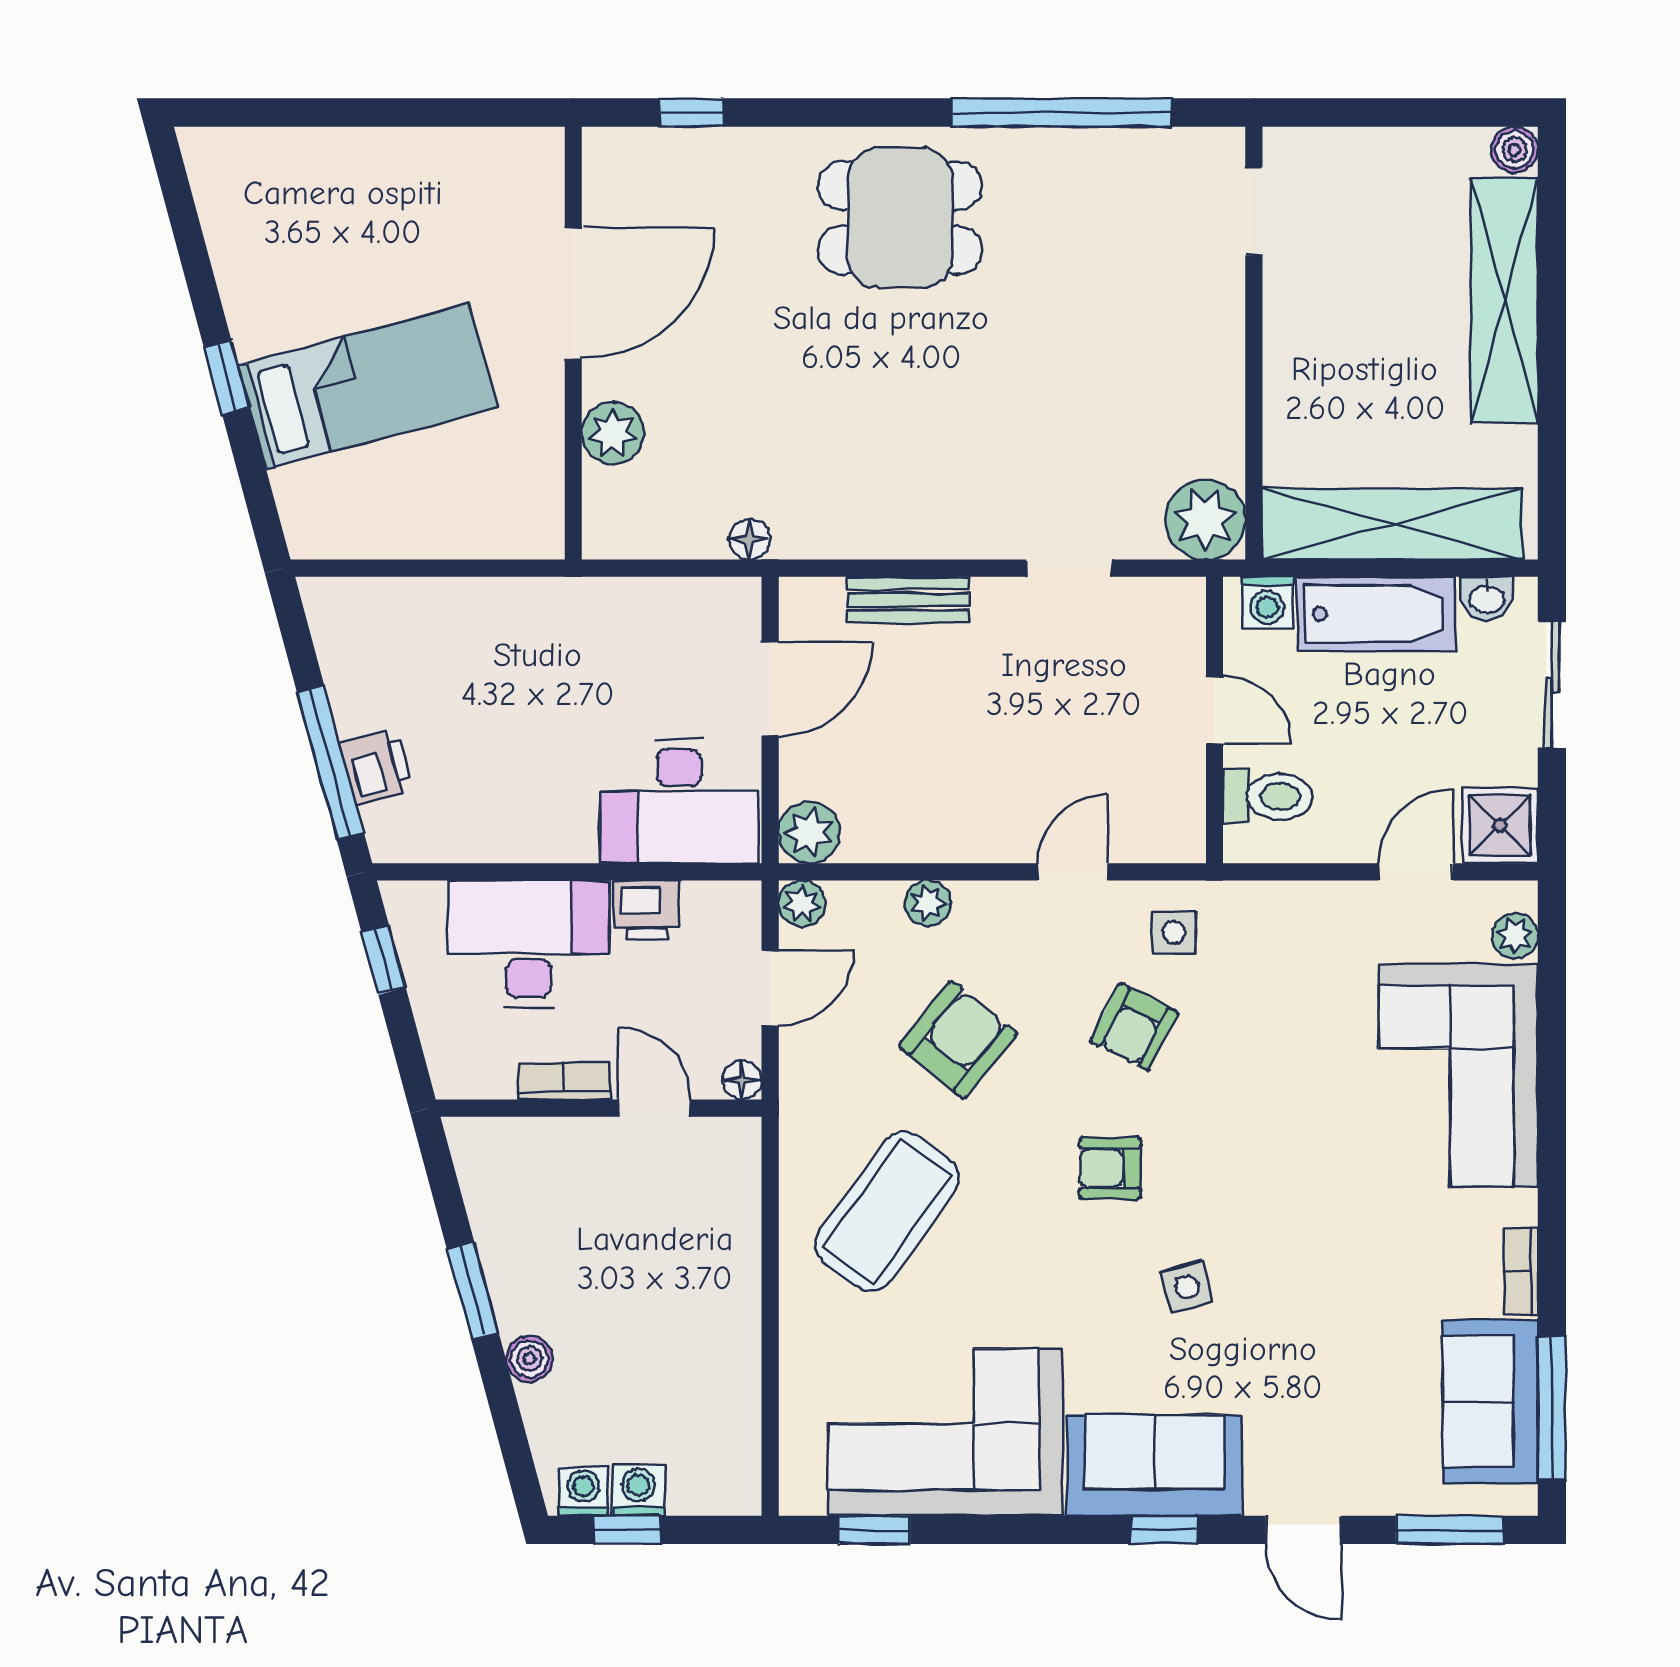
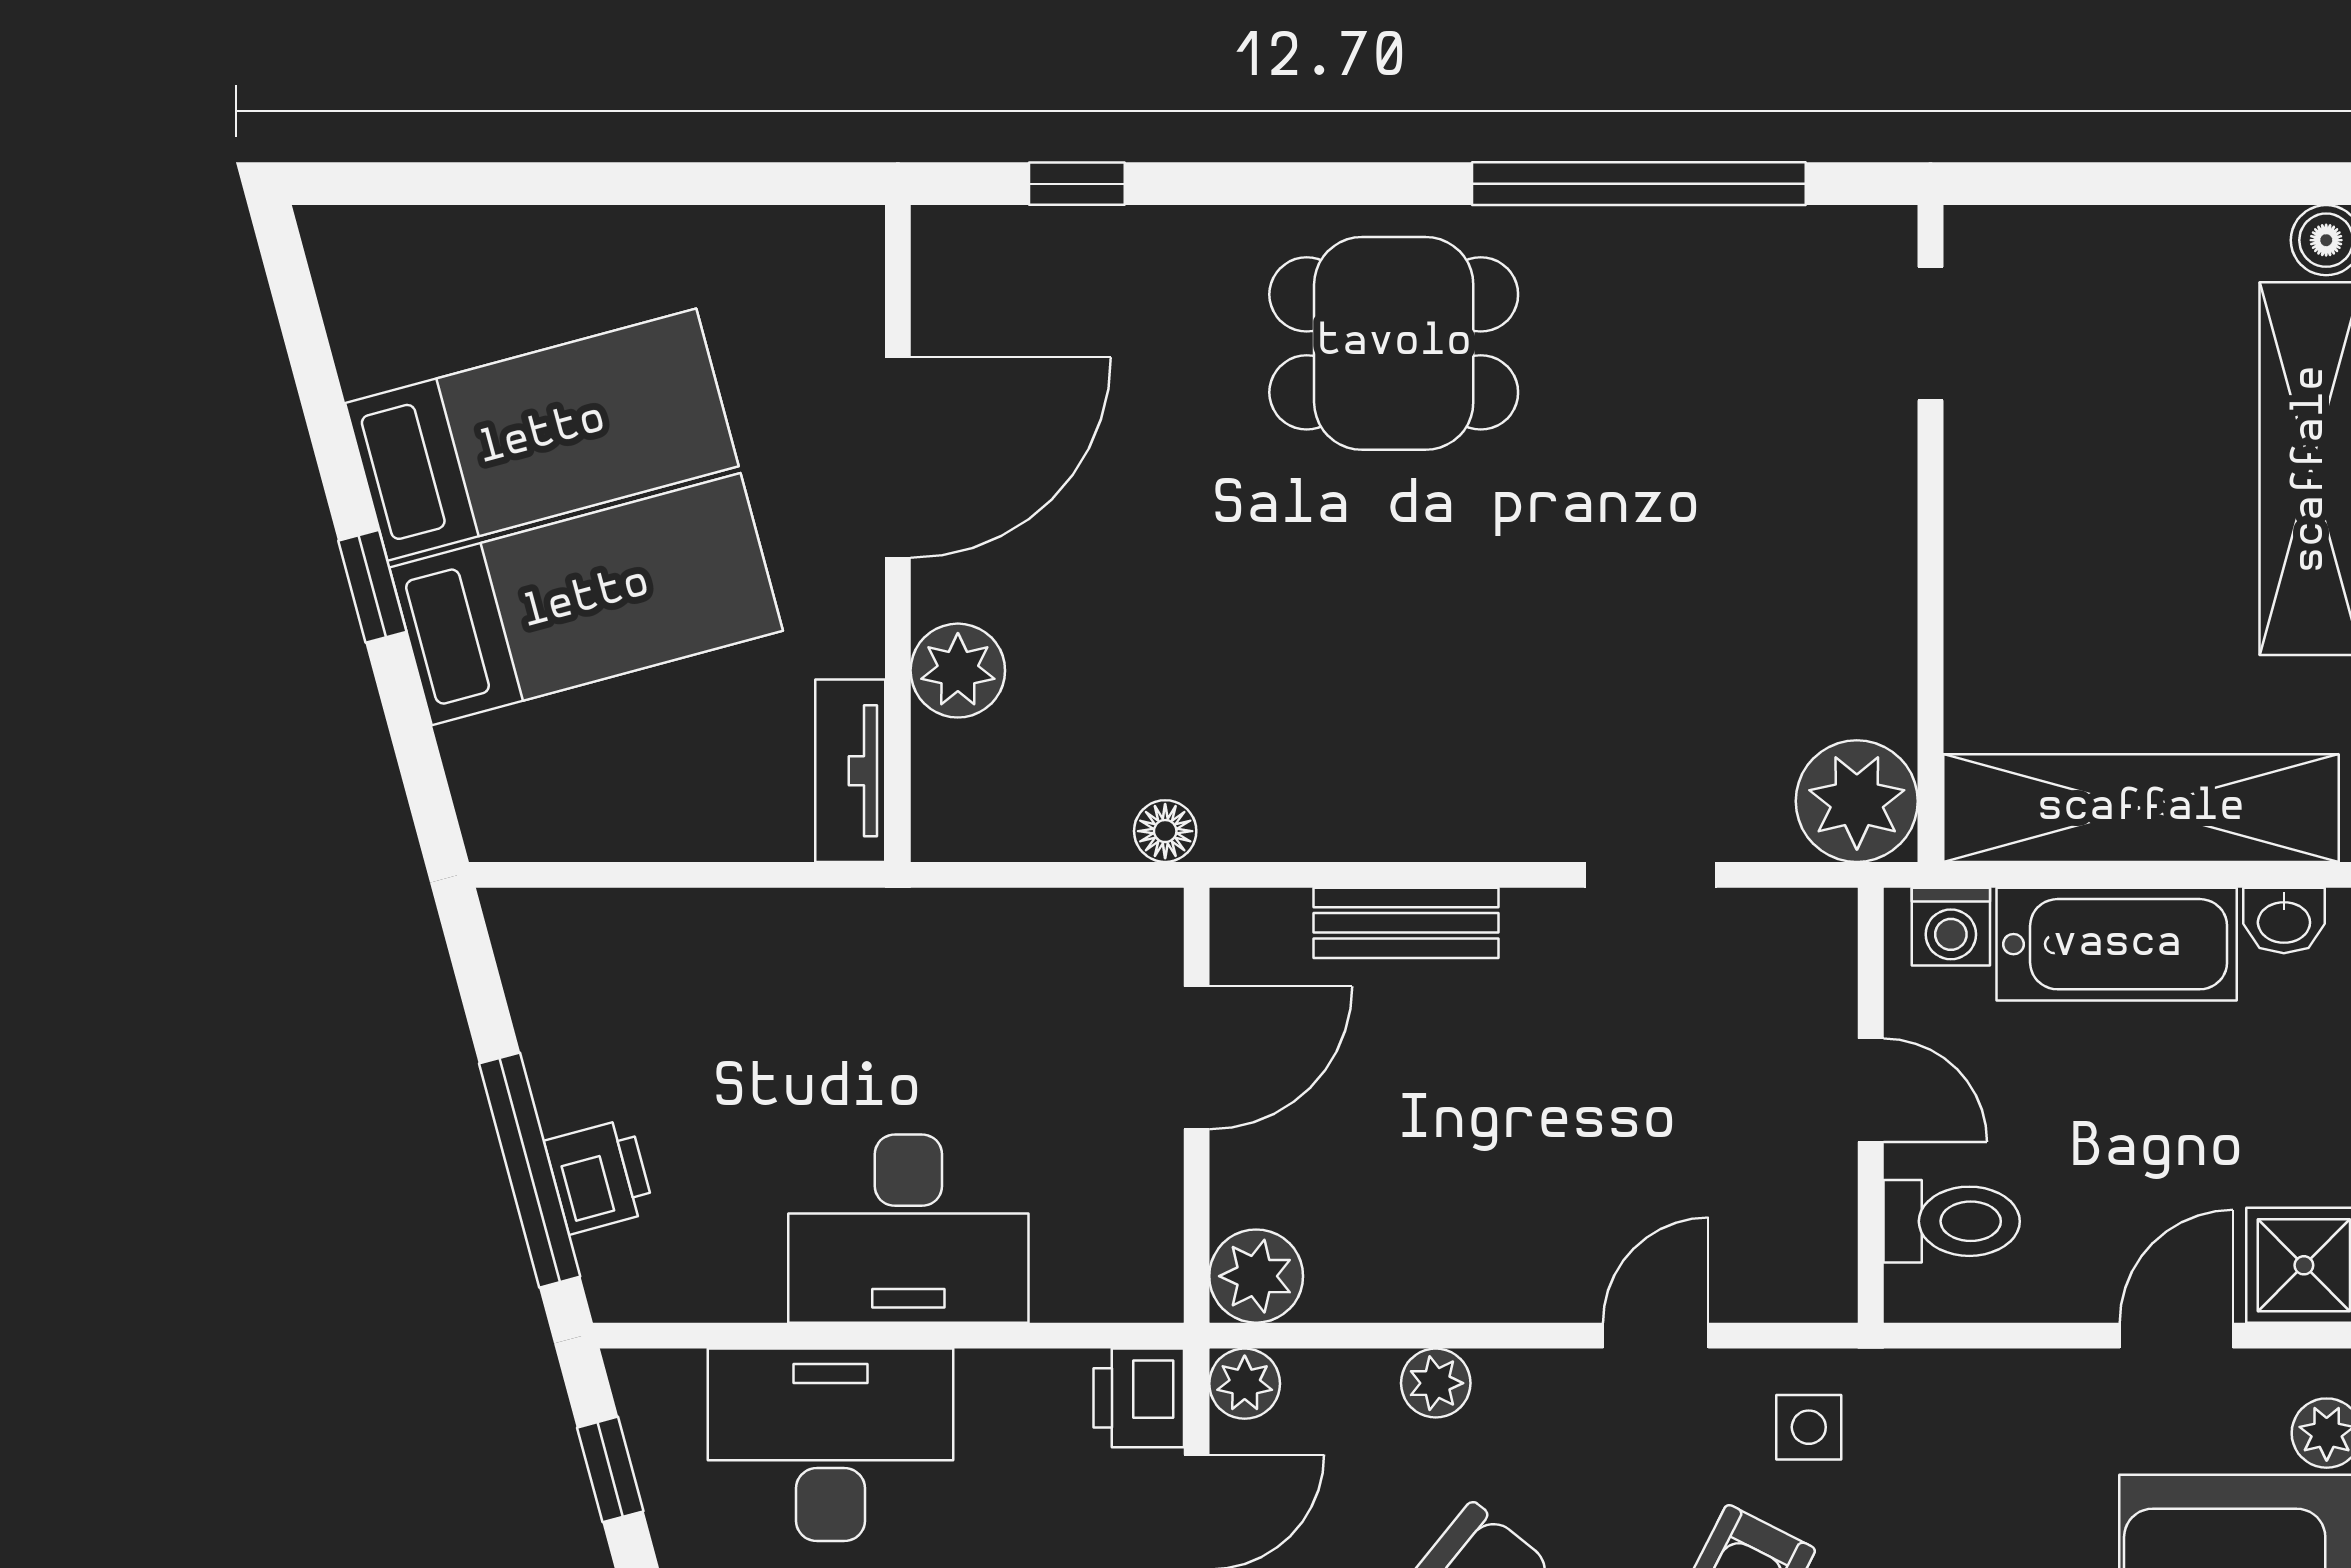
bed: (339, 278) -> (542, 435), added
tv unit: (542, 500) -> (850, 771), added
desk: (679, 801) -> (908, 1229), moved
printer: (647, 910) -> (1139, 1398), moved, turned 90

